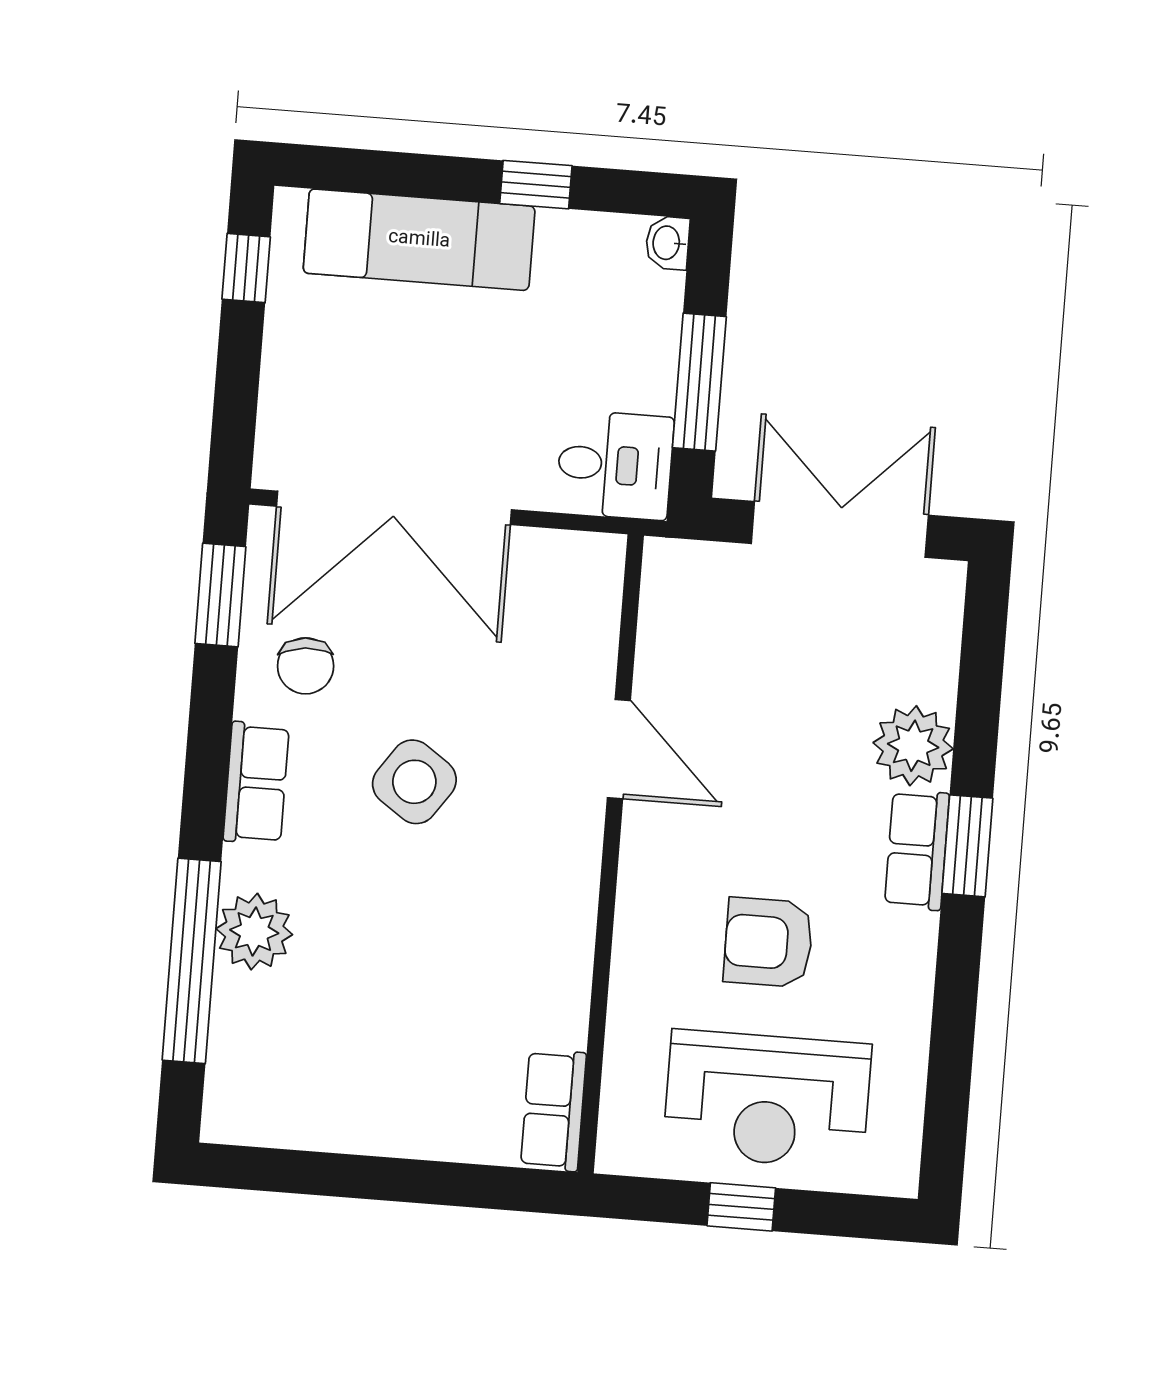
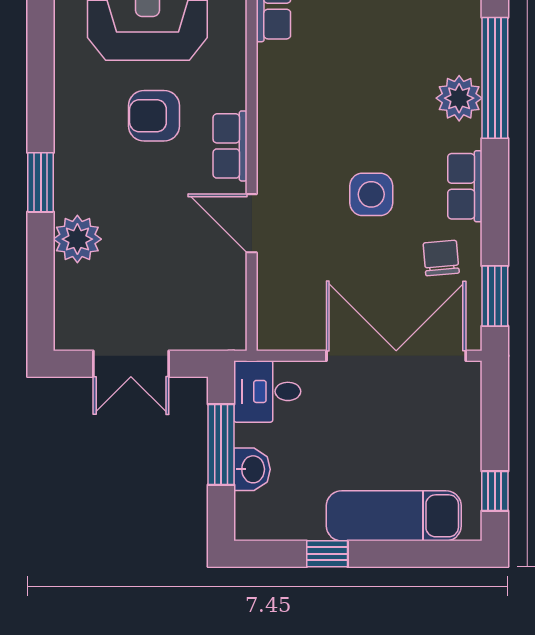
washbasin: (667, 243) -> (252, 469), moved, width x1.38, depth x1.45
double door: (840, 529) -> (131, 364), width x0.73
side table: (414, 782) -> (371, 194), turned -35
row of seats: (917, 850) -> (230, 146), moved, turned 180
armchair: (768, 942) -> (154, 116), turned 180

